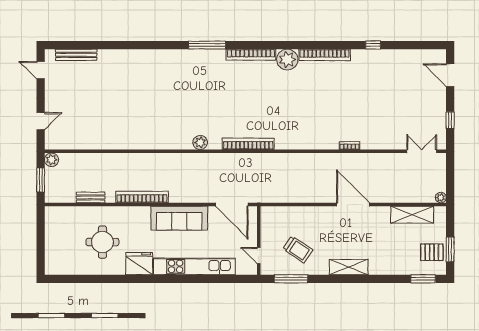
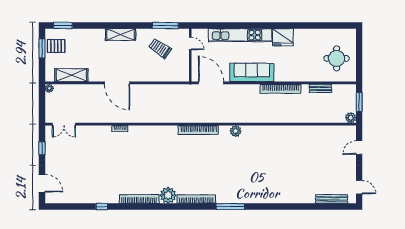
round table: (102, 242) -> (337, 58), moved

